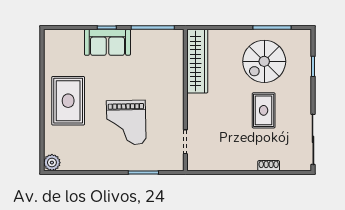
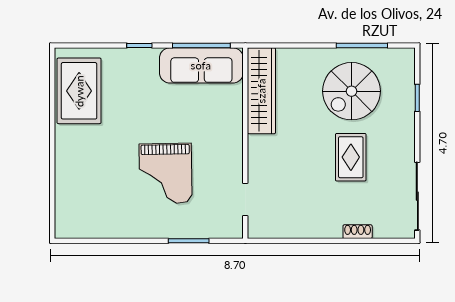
sofa: (107, 42) -> (201, 65), moved, width x1.36
rug: (68, 101) -> (79, 91), moved
plant: (52, 163) -> (66, 227), removed

